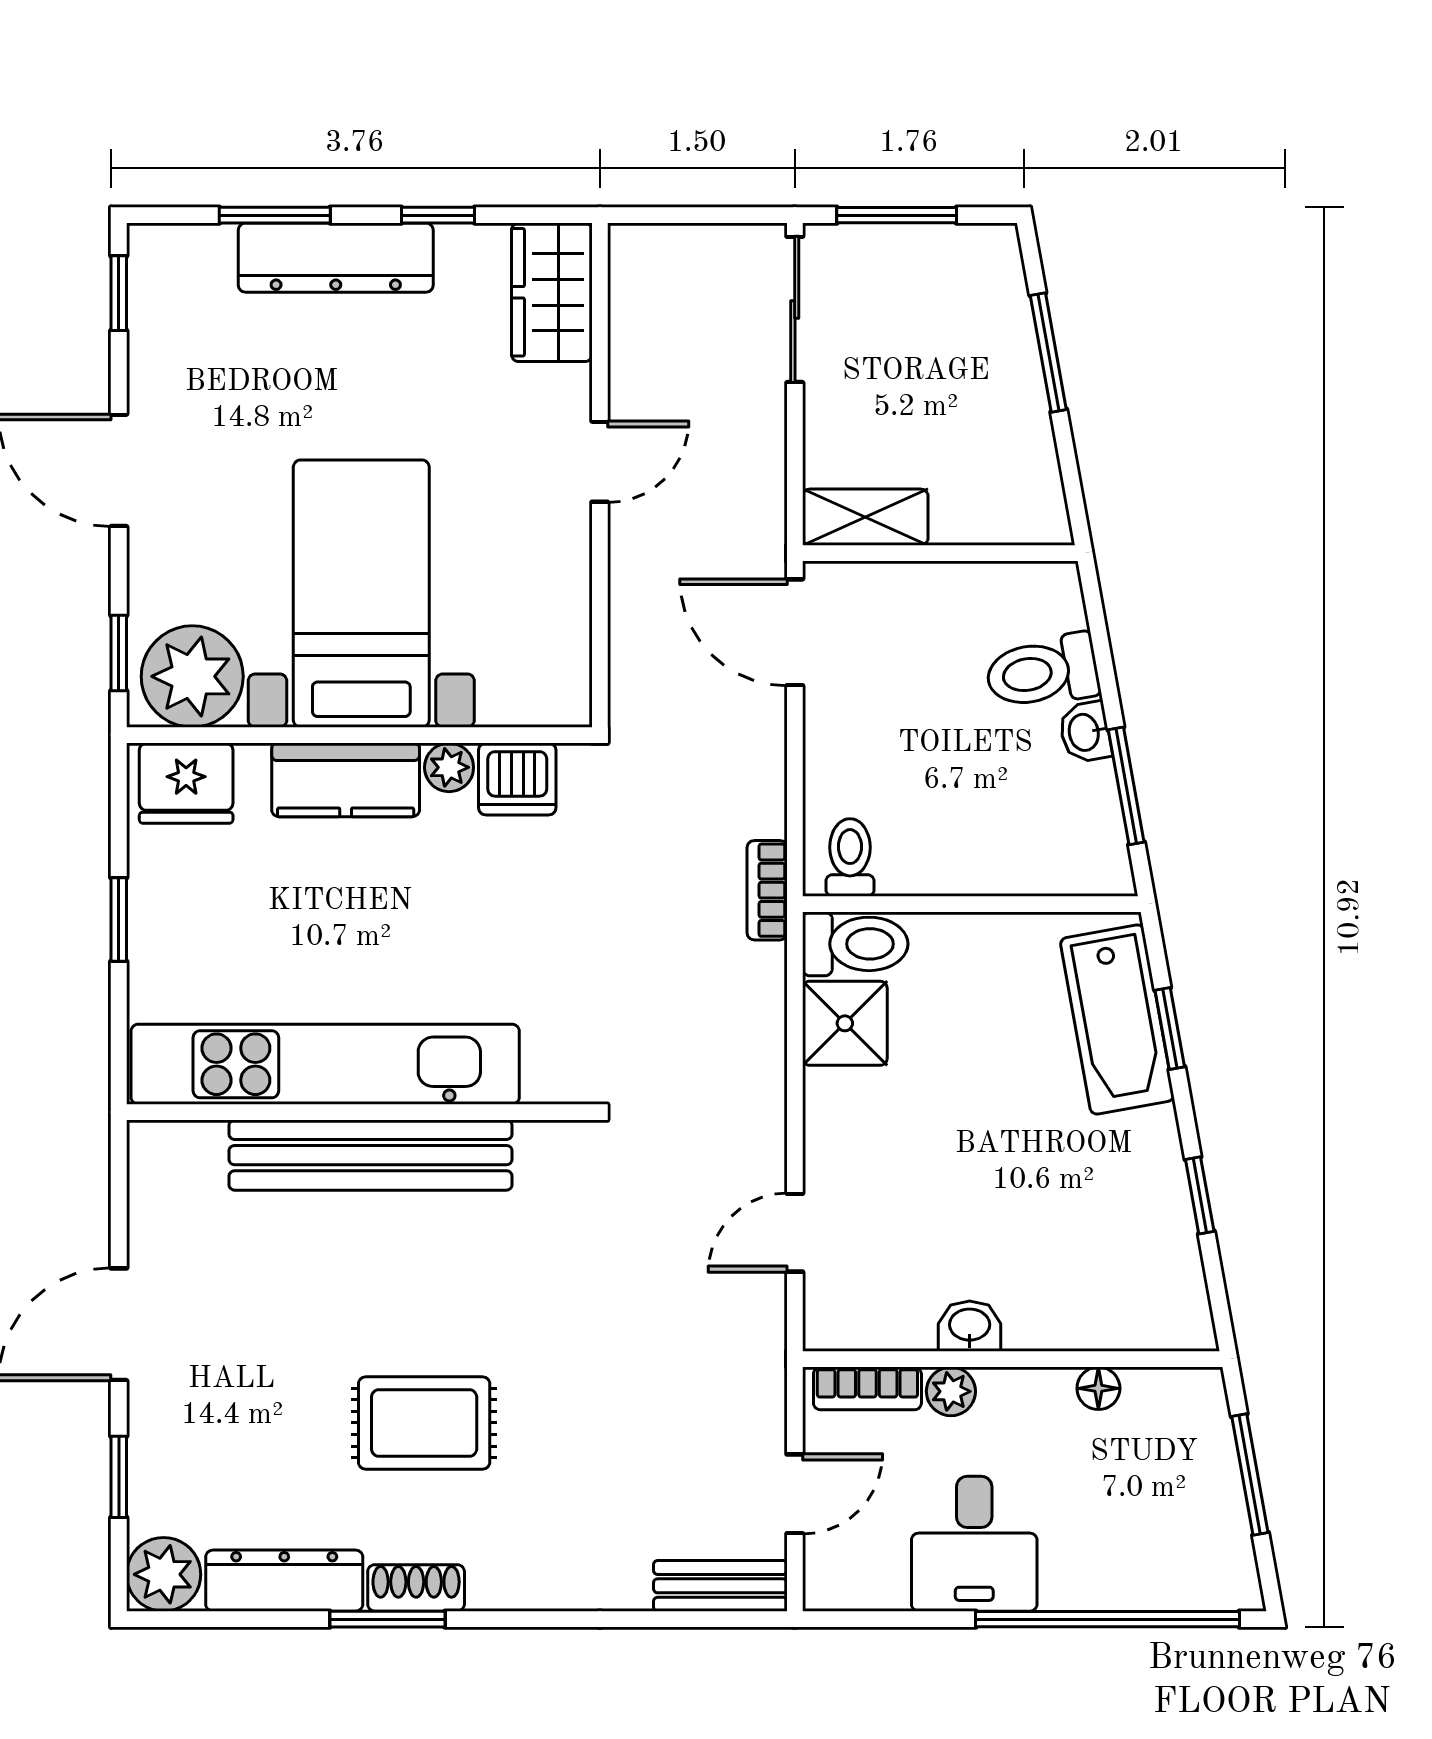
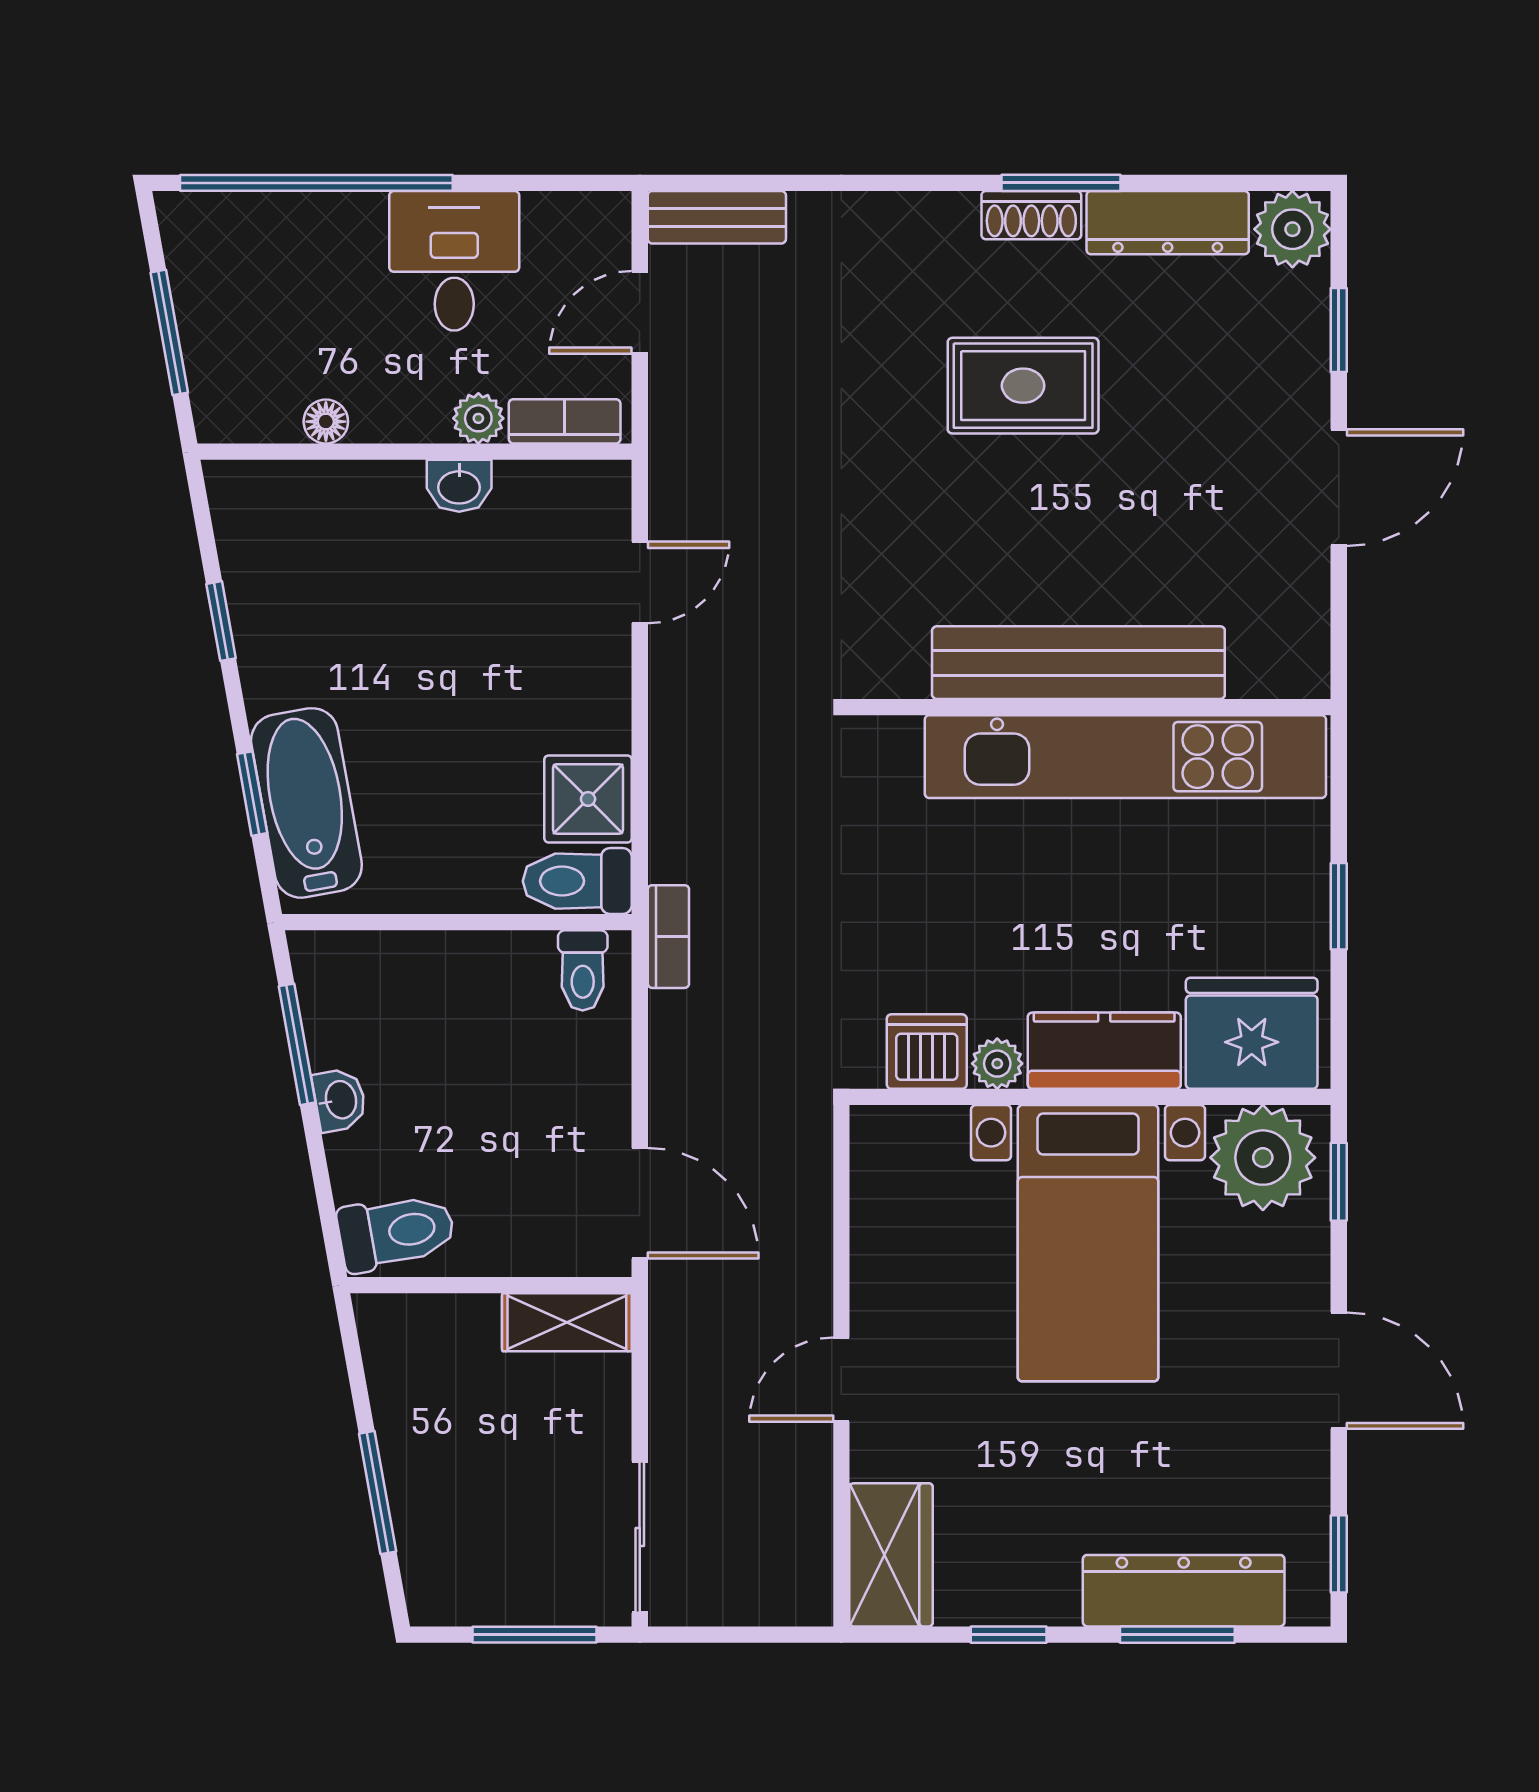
dresser: (336, 258) -> (1184, 1591), moved
toilet: (1042, 672) -> (396, 1232), moved
fridge: (186, 783) -> (1252, 1033), width x1.36, depth x1.34

